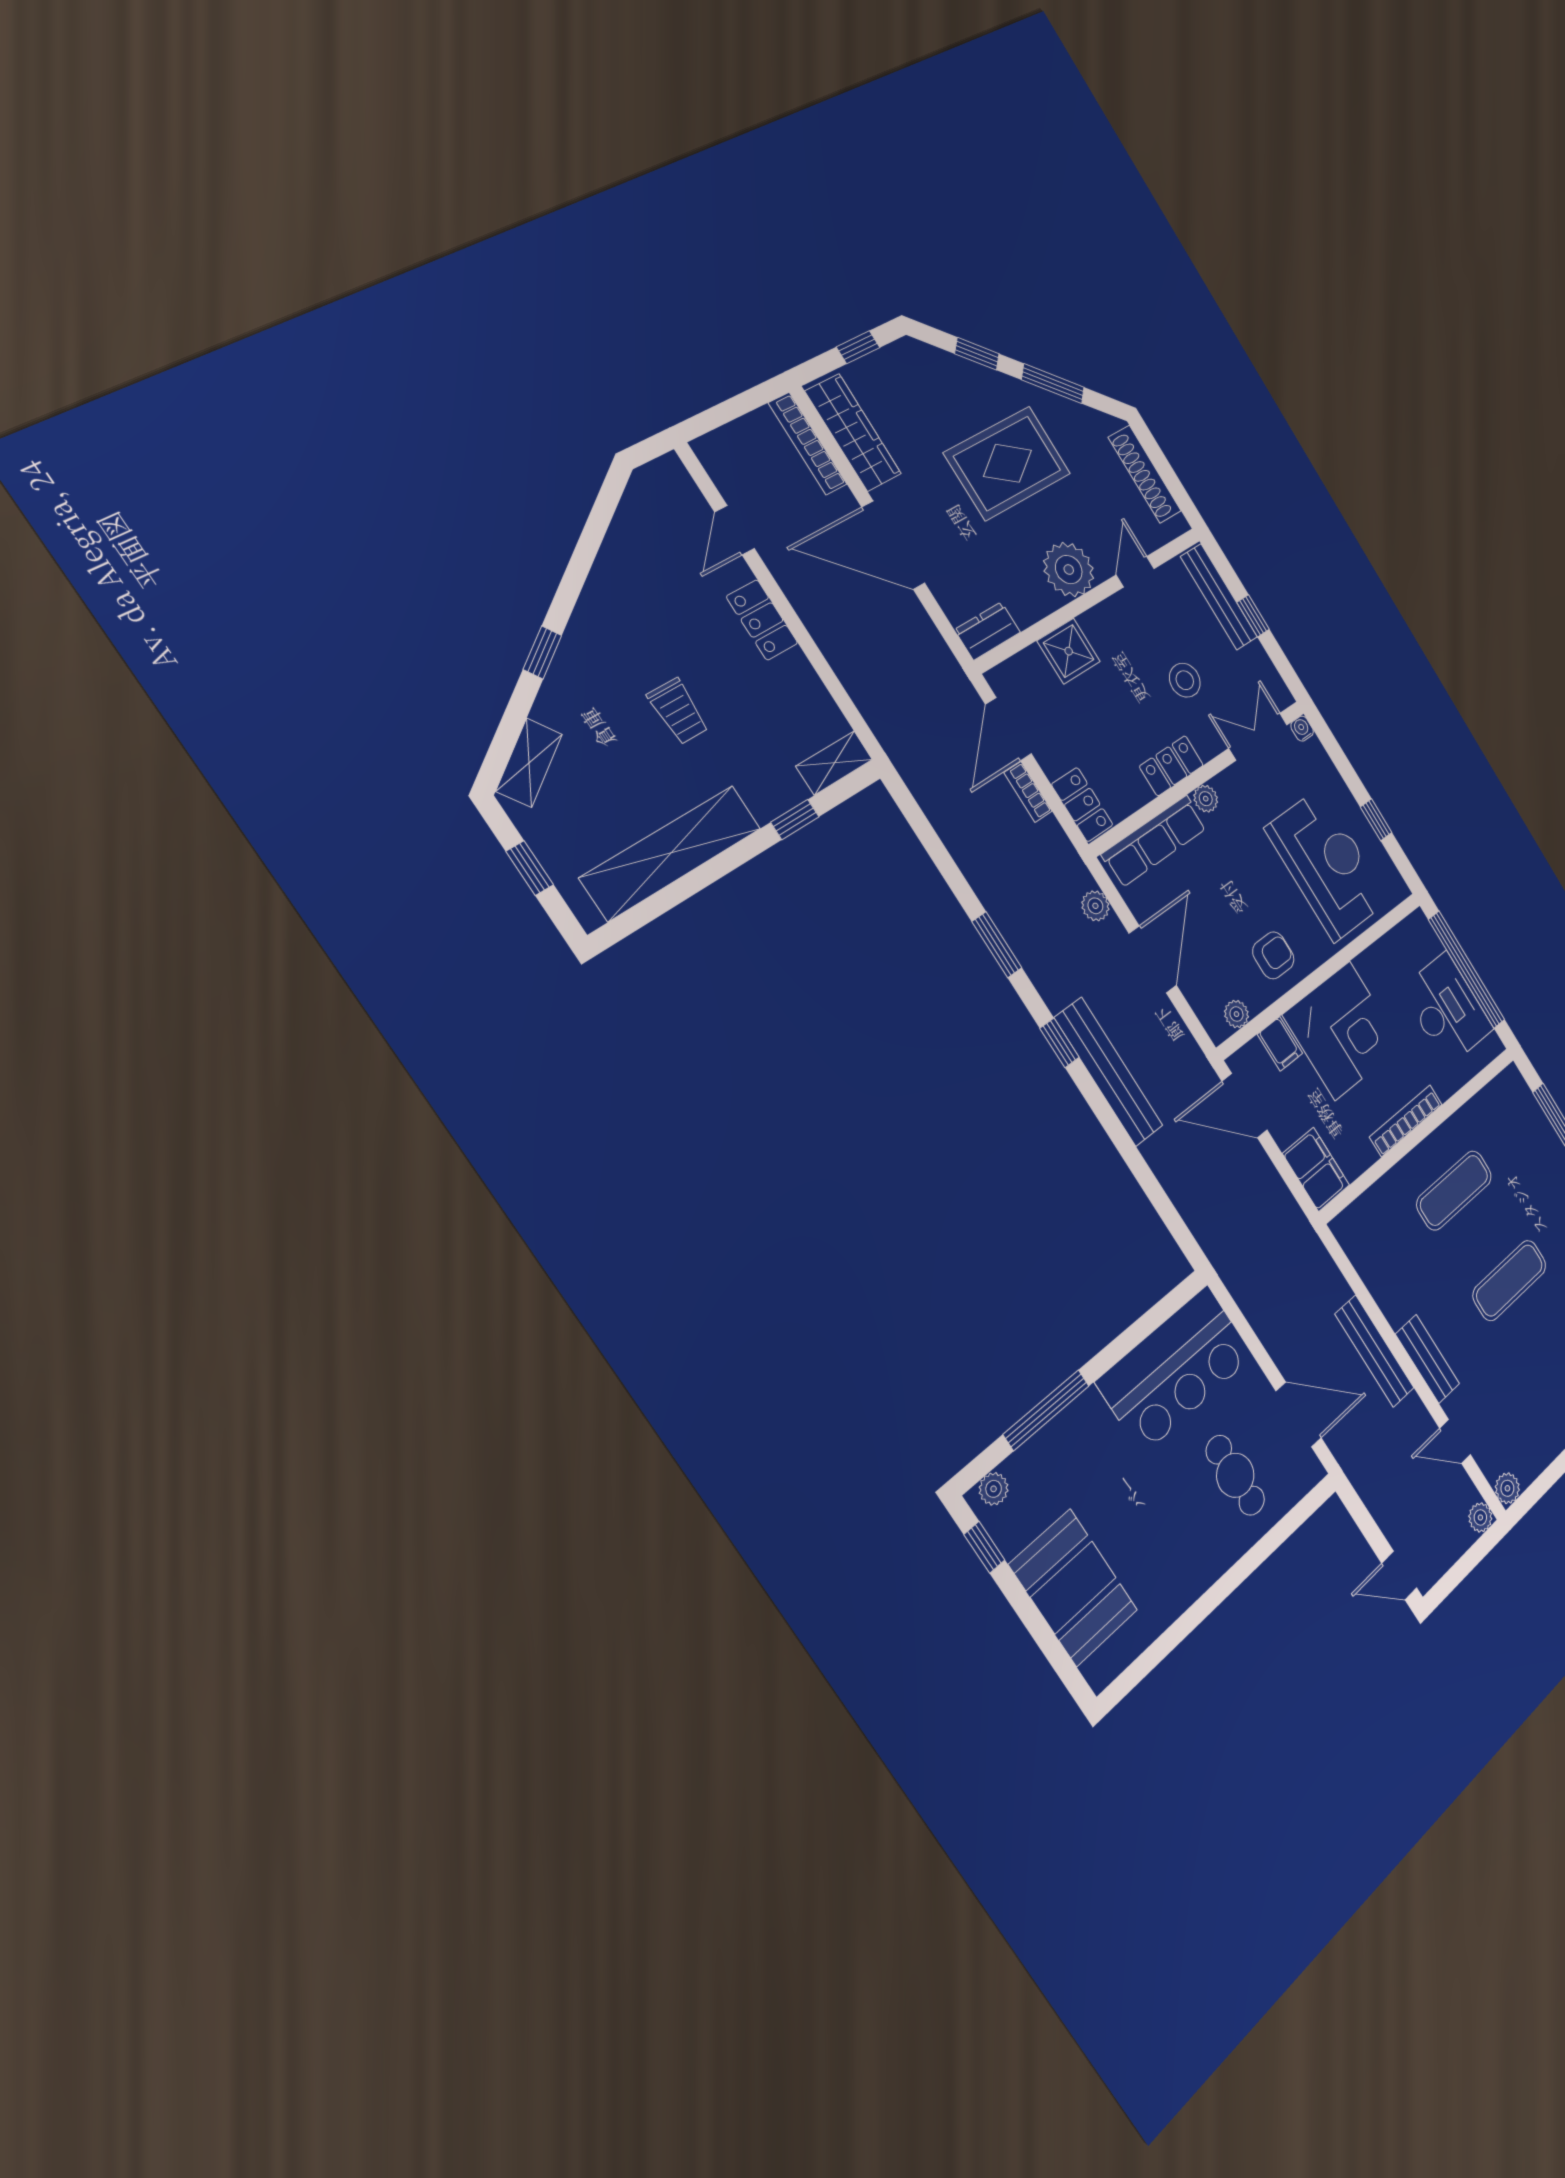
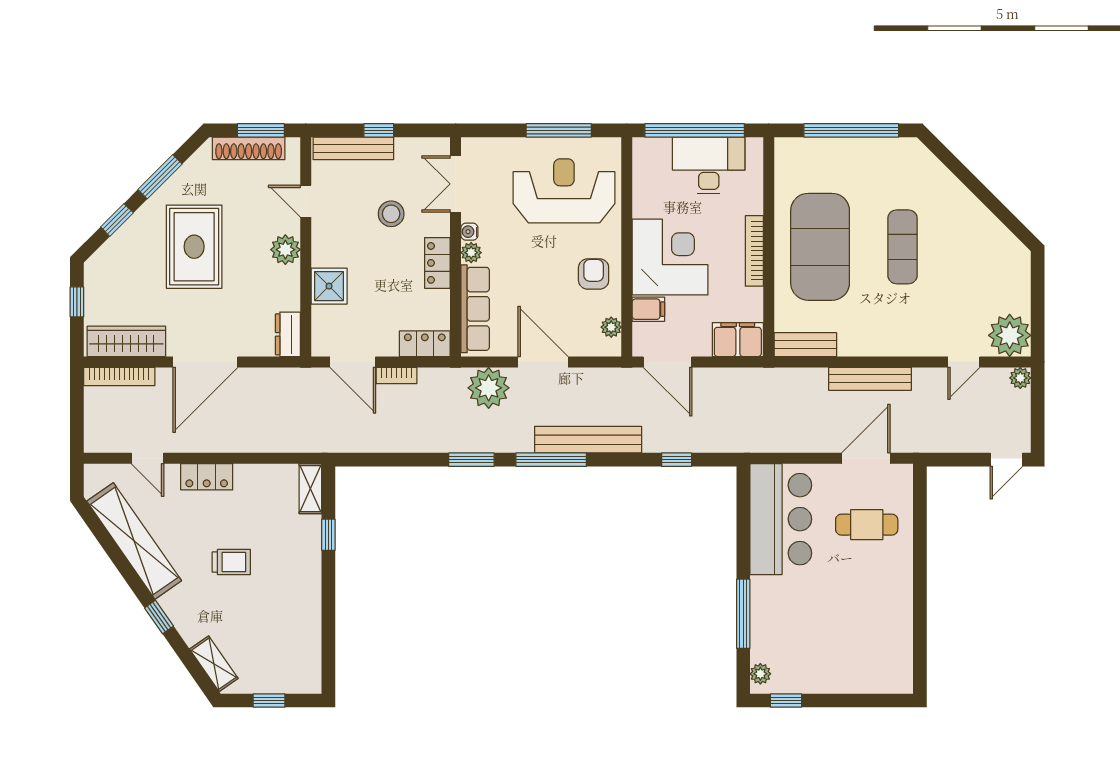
window: (1170, 479) -> (261, 130), added
plant: (1069, 570) -> (285, 250), width x0.73, depth x0.73
water cooler: (1302, 729) -> (469, 232), moved
window: (1376, 820) -> (559, 130), width x2.17
shelving: (671, 853) -> (134, 541), moved, turned -35
plant: (1095, 906) -> (489, 388), width x1.88, depth x1.88
window: (1059, 1043) -> (551, 460), width x2.17
door: (1245, 1106) -> (668, 362), hinge flipped
exercise mat: (1454, 1190) -> (820, 247), width x2.00, depth x1.45
window: (1156, 1194) -> (677, 460), added
bench: (1427, 1359) -> (805, 345), moved
plant: (1507, 1488) -> (1010, 335), width x1.88, depth x1.88
booth: (1073, 1587) -> (847, 666), removed

